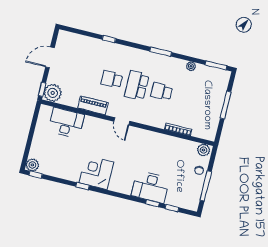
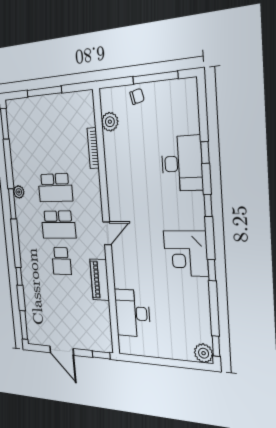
window: (74, 30) -> (24, 325), added
plant: (191, 66) -> (19, 192), moved
school desk: (162, 92) -> (55, 188), width x1.85
plant: (53, 93) -> (101, 340), removed
plant: (204, 150) -> (110, 122), moved
window: (172, 208) -> (208, 205), moved

